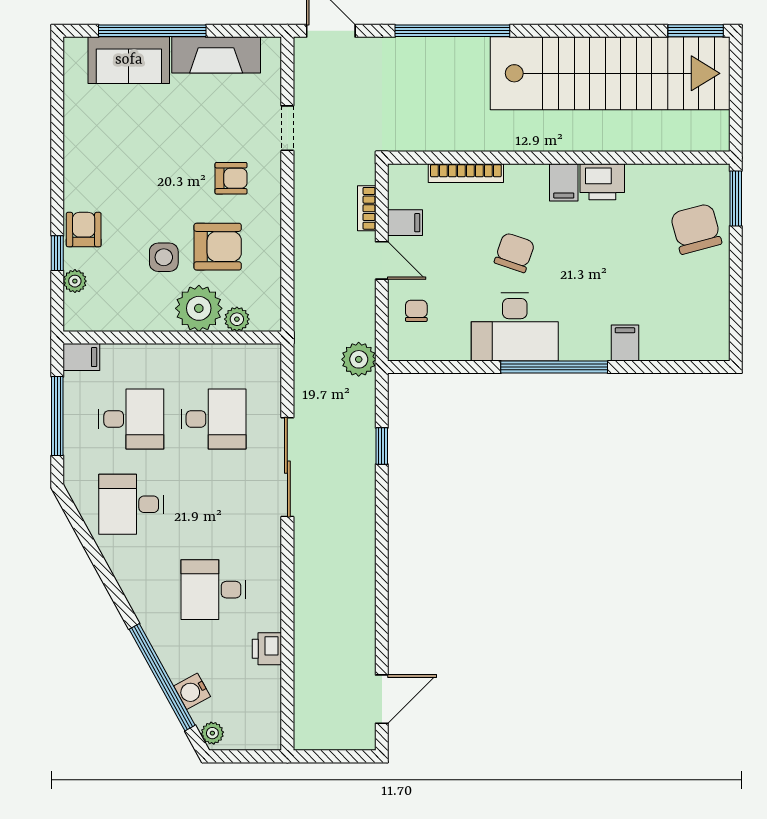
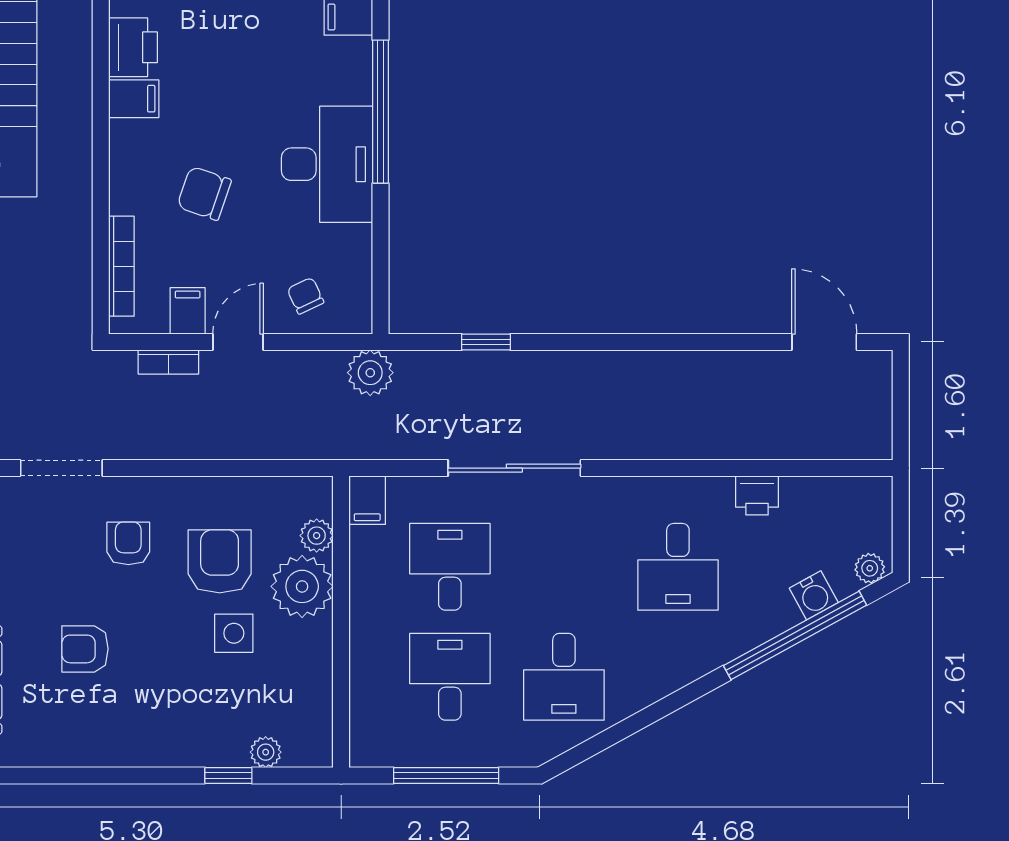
doorway: (287, 128) -> (61, 468), width x1.38
bookcase: (466, 173) -> (121, 266), moved
armchair: (84, 230) -> (85, 649), moved
chair: (514, 253) -> (204, 193), moved
chair: (416, 311) -> (305, 296), turned 65
filing cabinet: (81, 357) -> (367, 500), moved, turned 180

